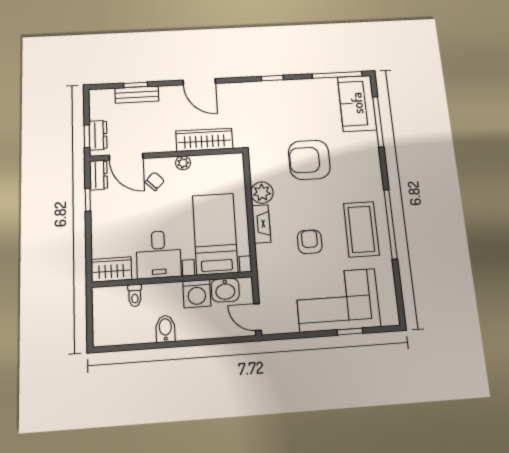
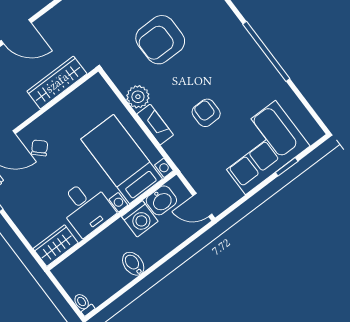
plant: (183, 163) -> (53, 116), removed
coffee table: (361, 229) -> (244, 73), removed
toilet: (135, 295) -> (83, 304), moved, turned 180

